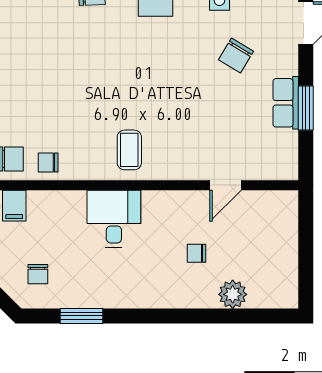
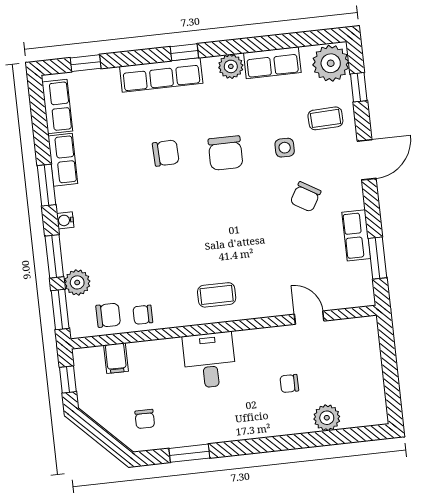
window: (306, 108) -> (378, 258), moved
coffee table: (129, 150) -> (217, 295), turned 90
door: (226, 185) -> (309, 318), swing flipped

